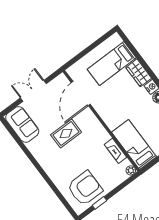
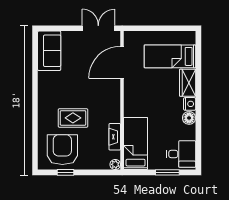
double door: (33, 91) -> (98, 28), moved
rug: (66, 133) -> (73, 118), moved
armchair: (85, 188) -> (62, 150), turned -90

